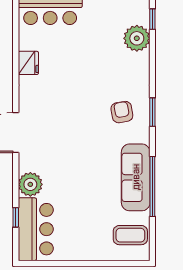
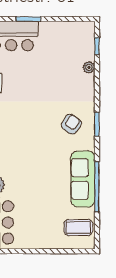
plant: (137, 38) -> (89, 67), width x0.53, depth x0.53
armchair: (122, 112) -> (71, 124), turned 45

